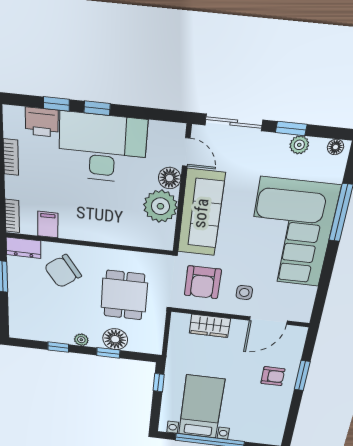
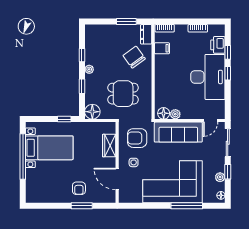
floor lamp: (170, 178) -> (164, 113), moved
plant: (160, 206) -> (175, 114), width x0.53, depth x0.53
floor lamp: (115, 339) -> (92, 112), moved

